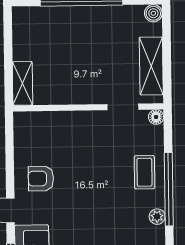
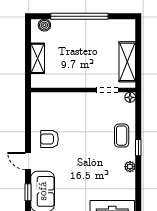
boiler: (153, 13) -> (44, 25), moved
shelving: (22, 83) -> (38, 58), moved
window: (169, 189) -> (138, 148), width x0.32

